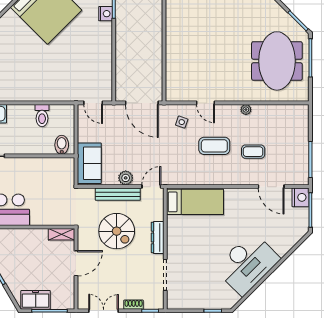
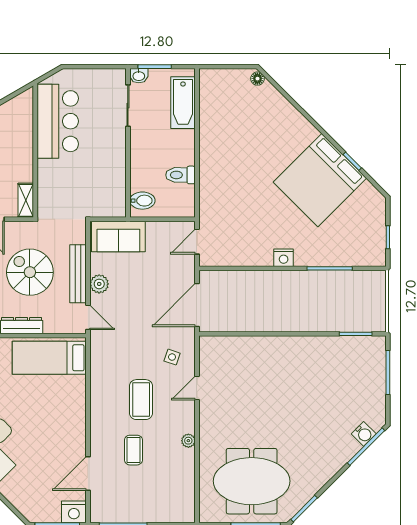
nightstand: (106, 14) -> (284, 258), moved
bed: (195, 202) -> (49, 358), moved, turned 90
spiral stairs: (117, 231) -> (30, 272), turned 90

